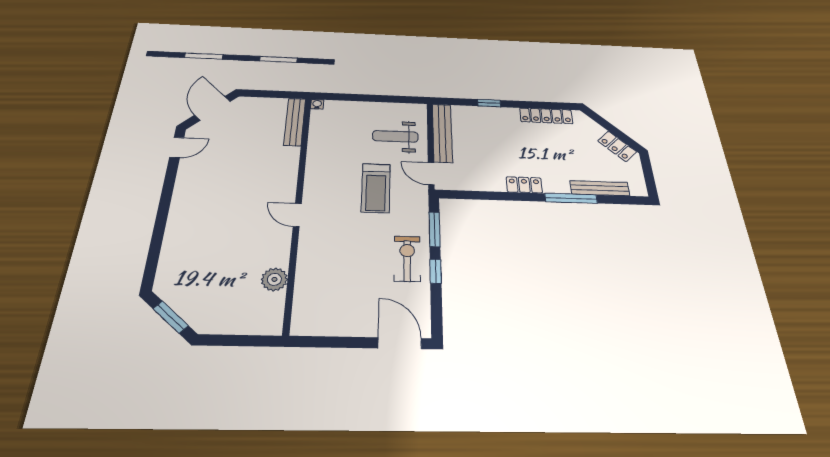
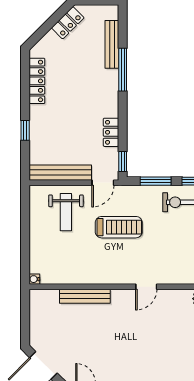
bench: (295, 122) -> (85, 296), moved
locker: (524, 185) -> (111, 132), moved
window: (458, 195) -> (123, 162), added

